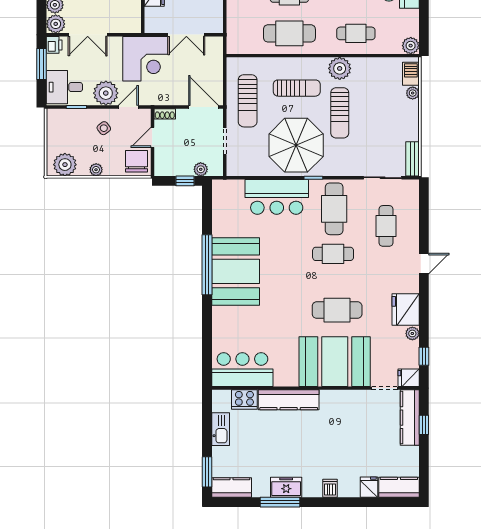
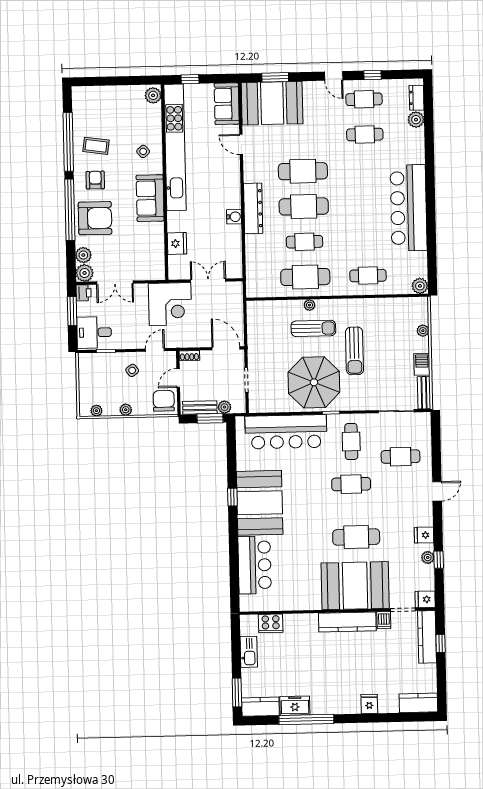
double door: (186, 35) -> (208, 280), swing flipped
plant: (340, 68) -> (309, 305), moved, width x0.53, depth x0.53
barbecue: (411, 74) -> (422, 364), moved
plant: (106, 93) -> (133, 337), removed
sun lounger: (248, 101) -> (267, 341), removed
plant: (65, 165) -> (96, 411), width x0.53, depth x0.53
bench: (175, 169) -> (200, 408), added
window: (185, 181) -> (210, 418), width x1.50
bar counter: (277, 197) -> (286, 432), width x1.36
cafe table: (334, 209) -> (351, 442), width x0.73, depth x0.74
cafe table: (386, 226) -> (401, 457), turned 90
window: (207, 265) -> (232, 497), width x0.32
fridge: (406, 310) -> (424, 535), width x0.53, depth x0.75
window: (424, 356) -> (439, 560), moved
bar counter: (242, 370) -> (255, 565), moved, turned 90
kitchen counter: (289, 400) -> (347, 622), moved
freezer: (286, 487) -> (295, 706), moved
fridge: (369, 487) -> (369, 704), moved
dishwasher: (330, 488) -> (384, 620), moved, turned 180
window: (280, 502) -> (306, 719), width x1.46

